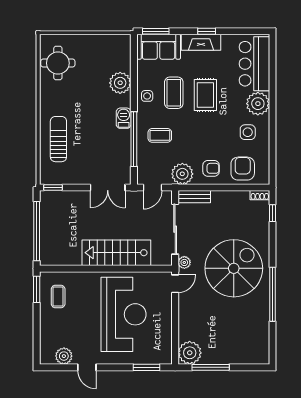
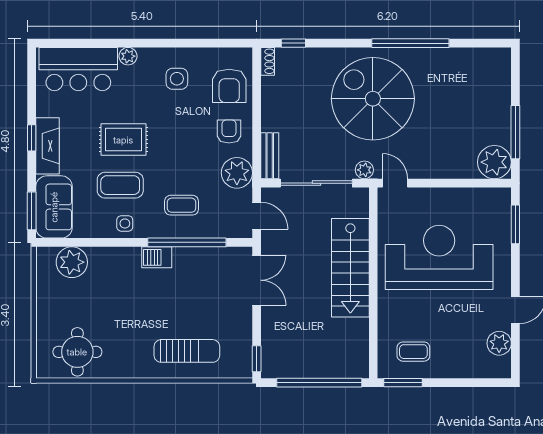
plant: (120, 83) -> (72, 262), moved
plant: (258, 104) -> (128, 56), width x0.53, depth x0.53
coffee table: (160, 135) -> (182, 205), turned 90
sun lounger: (58, 139) -> (187, 351), turned 180
armchair: (243, 169) -> (229, 86), turned -90

